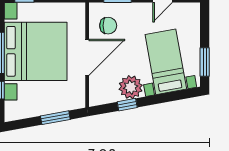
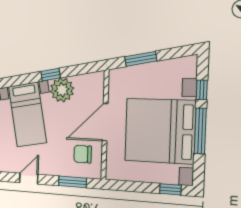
window: (127, 105) -> (51, 75), moved

